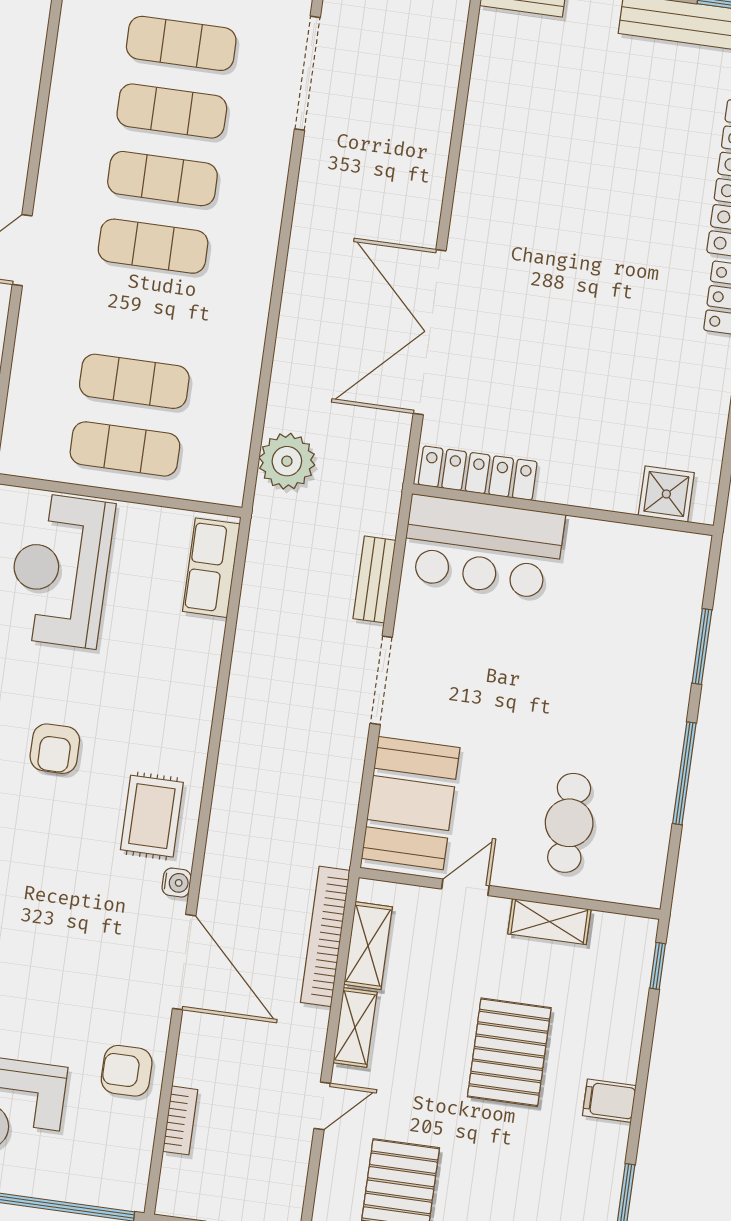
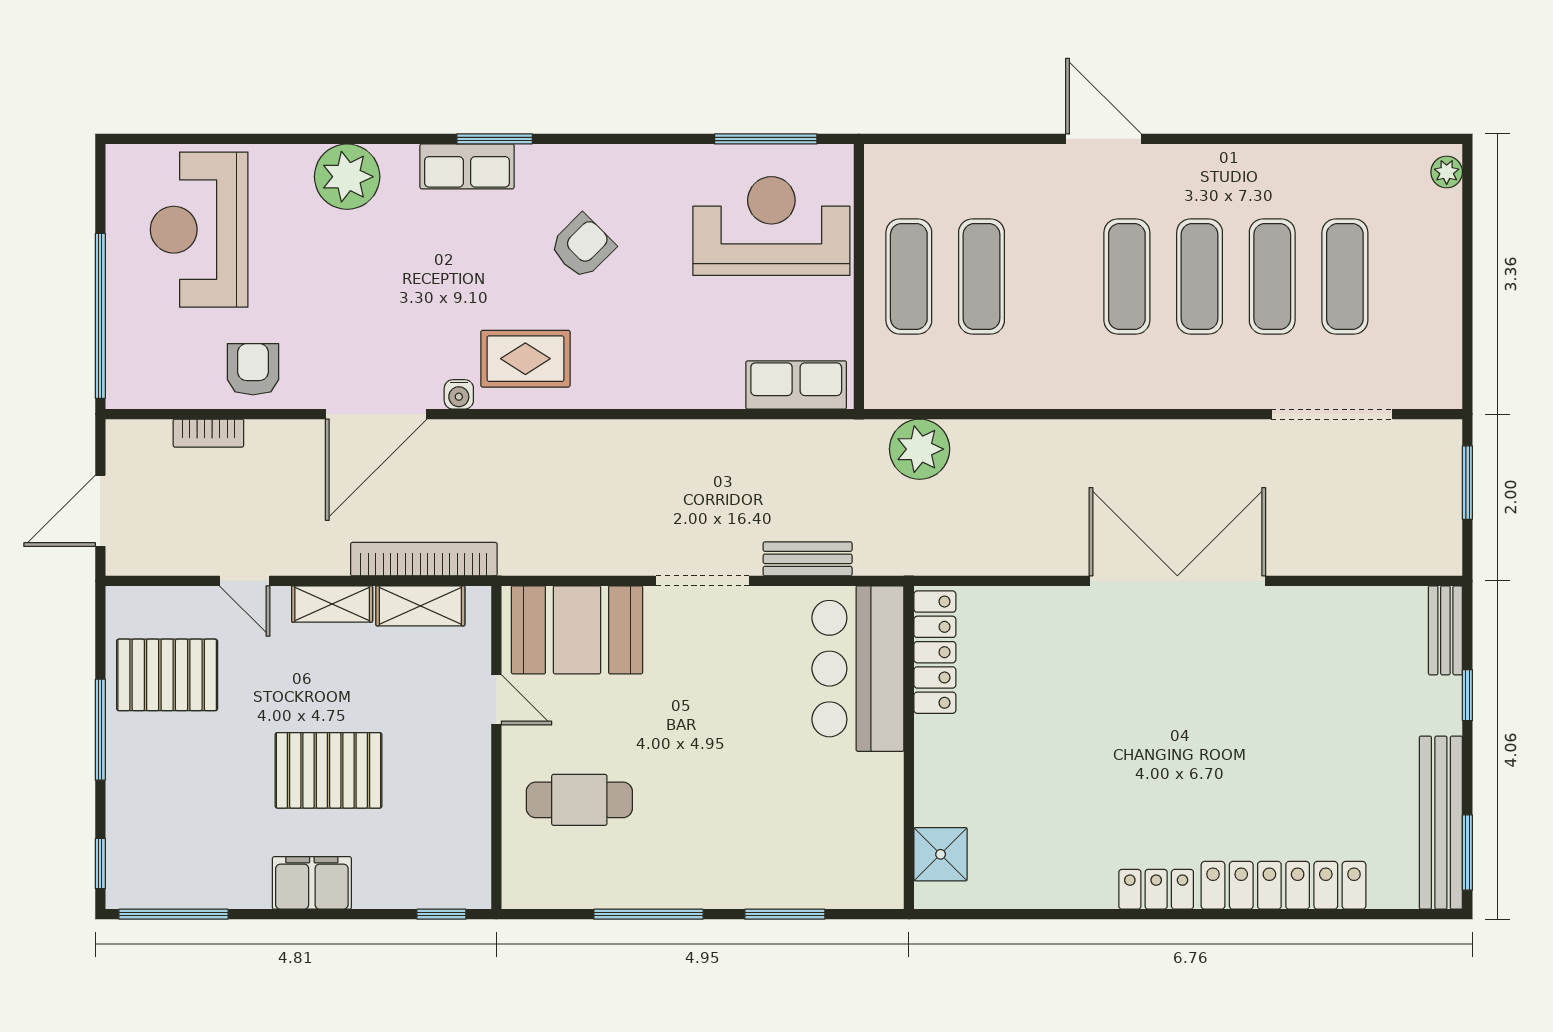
double door: (430, 332) -> (1177, 581), moved
armchair: (55, 749) -> (582, 246), turned 135
shelving: (549, 922) -> (472, 794), removed
filing cabinet: (609, 1101) -> (312, 883), width x2.00

